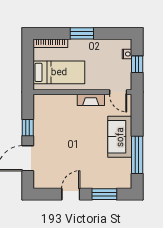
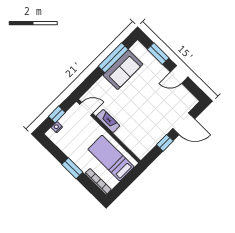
door: (118, 92) -> (86, 109), hinge flipped
sofa: (120, 137) -> (123, 70), moved

